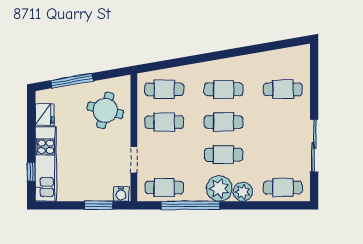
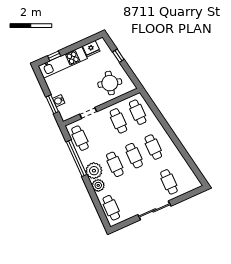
window: (72, 81) -> (118, 56), width x0.46
sliding door: (314, 146) -> (154, 210), moved
water cooler: (121, 194) -> (59, 101), moved

